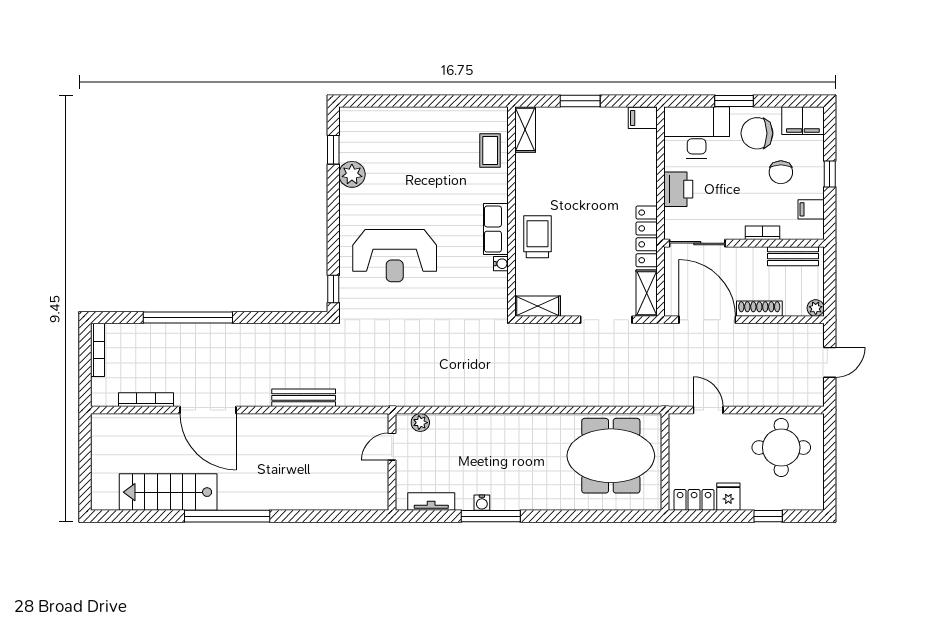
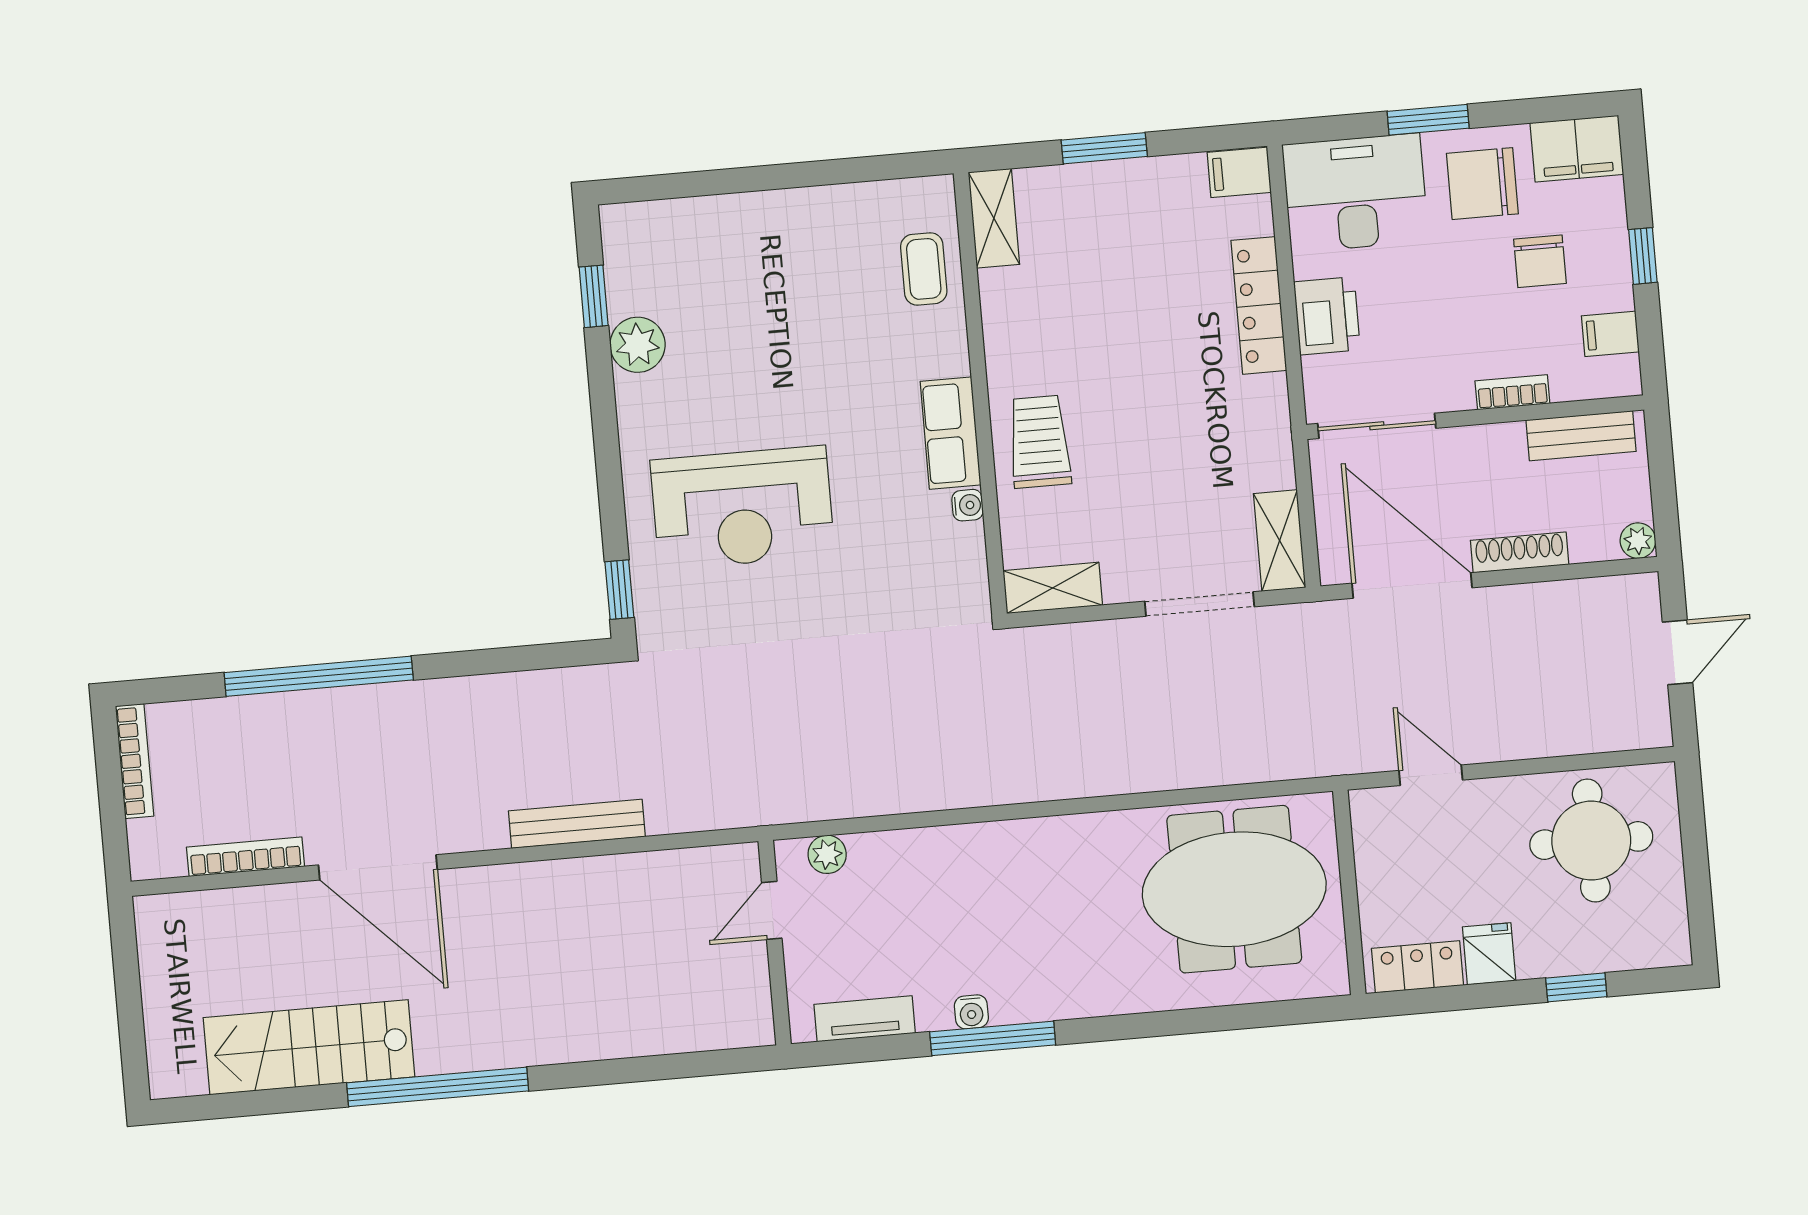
locker: (647, 236) -> (1259, 305), moved

